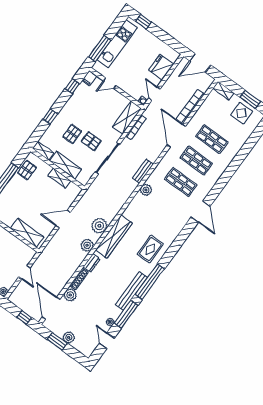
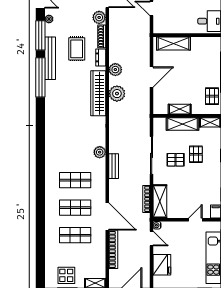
door: (201, 212) -> (40, 167), removed
rug: (150, 249) -> (77, 49), moved

